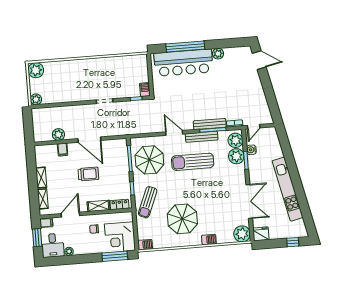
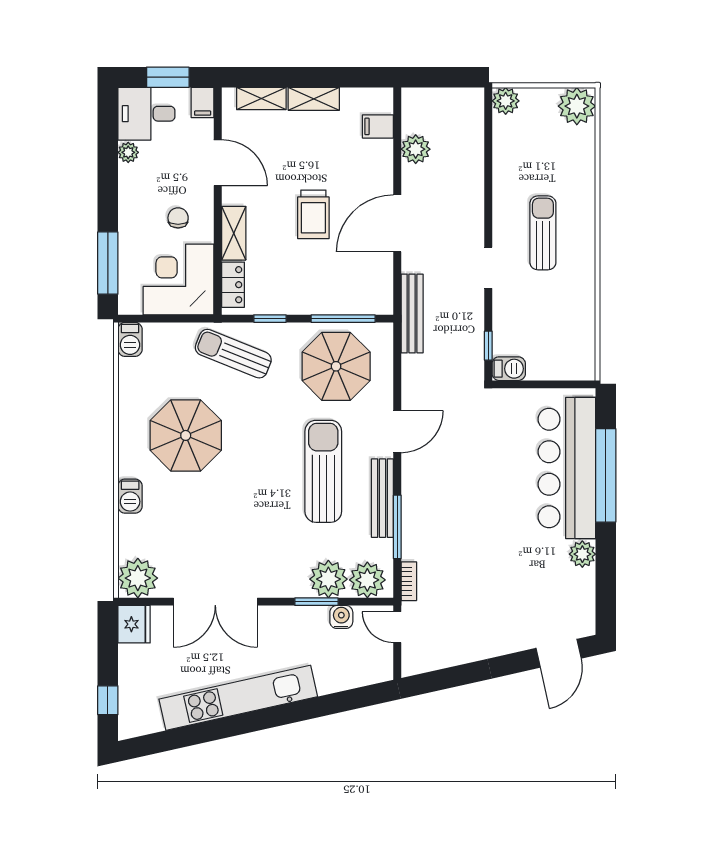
sun lounger: (89, 80) -> (543, 233), added
bench: (210, 124) -> (412, 313), moved
filing cabinet: (63, 150) -> (378, 126), moved
corner desk: (120, 237) -> (179, 279), moved

